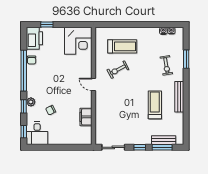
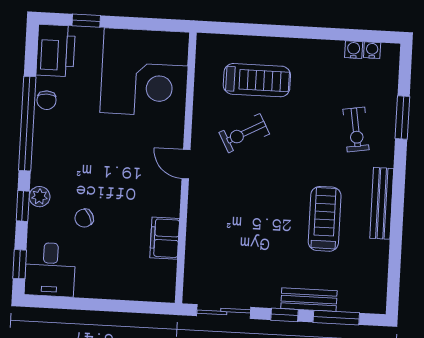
corner desk: (78, 41) -> (145, 72), width x1.36, depth x1.36
bench: (164, 140) -> (309, 300), moved

